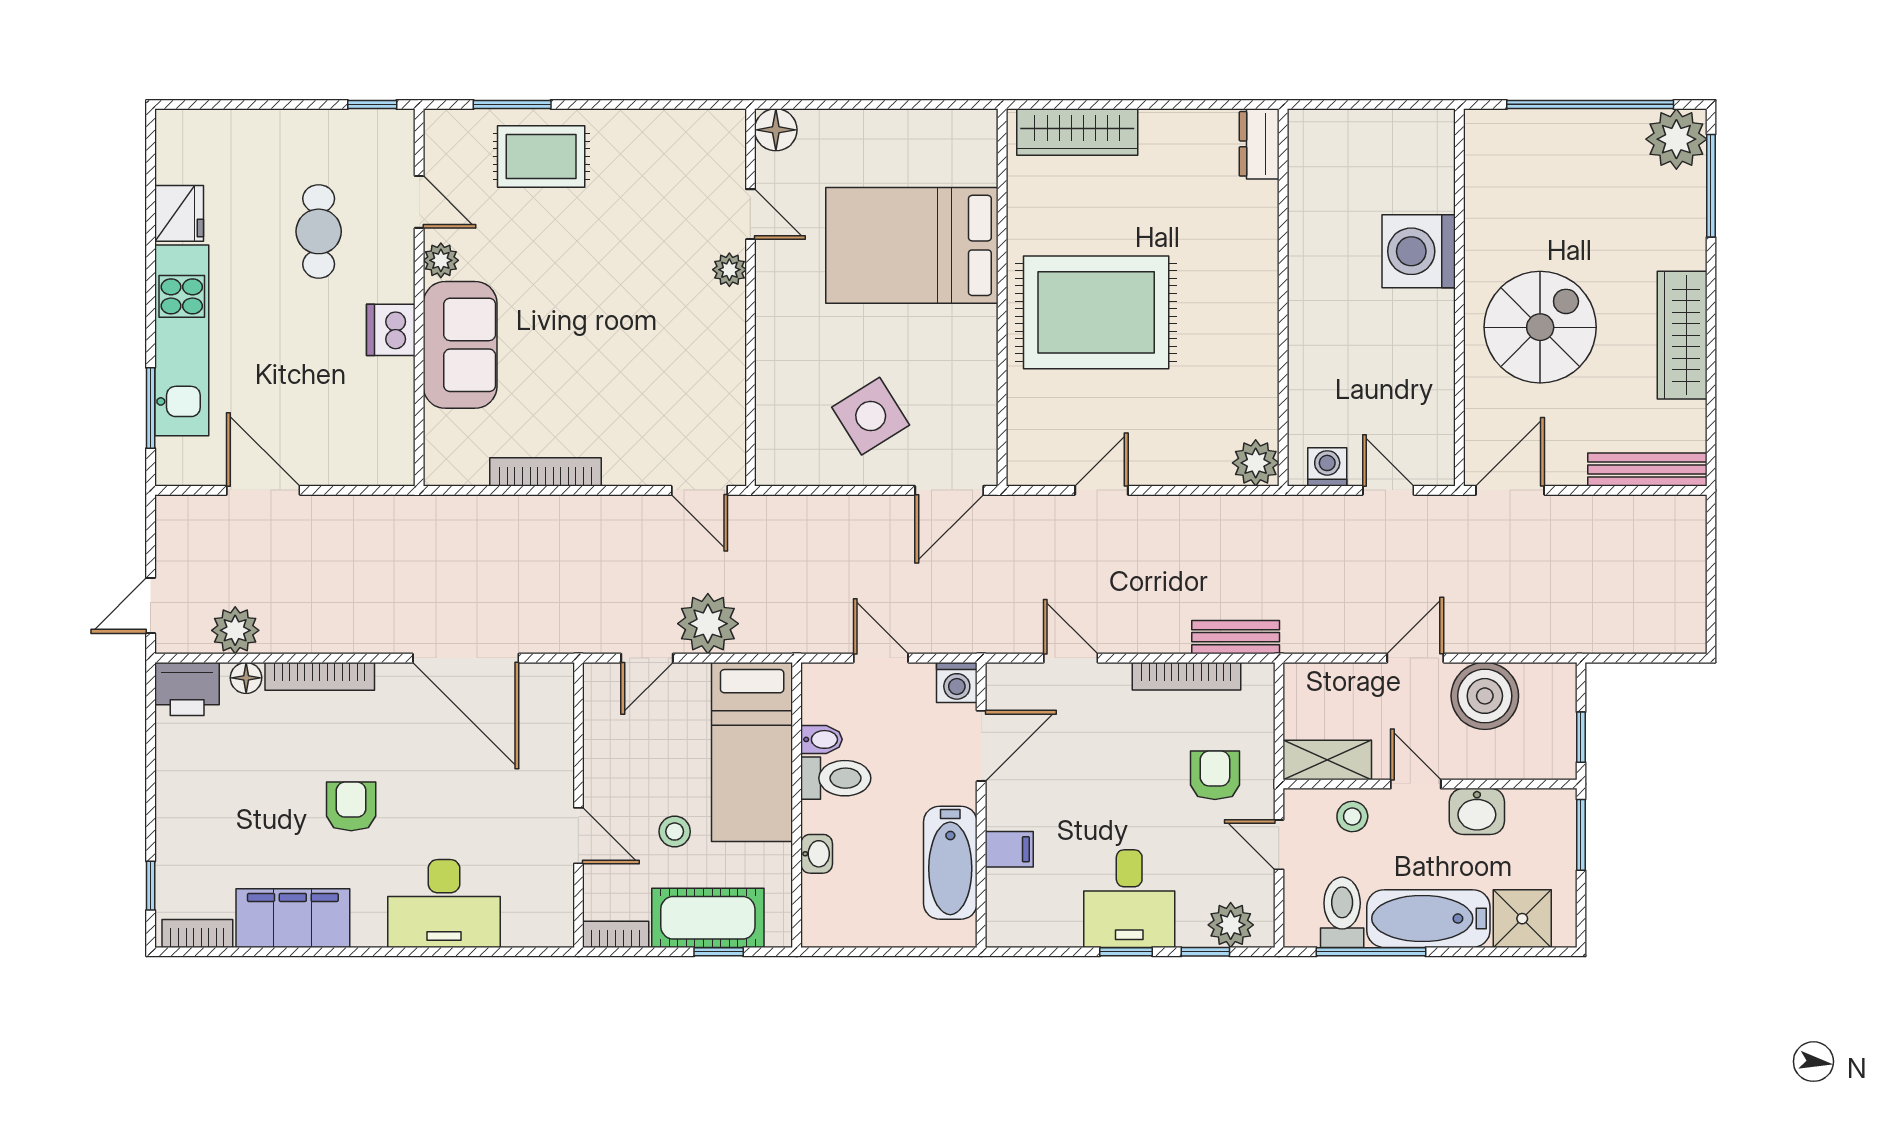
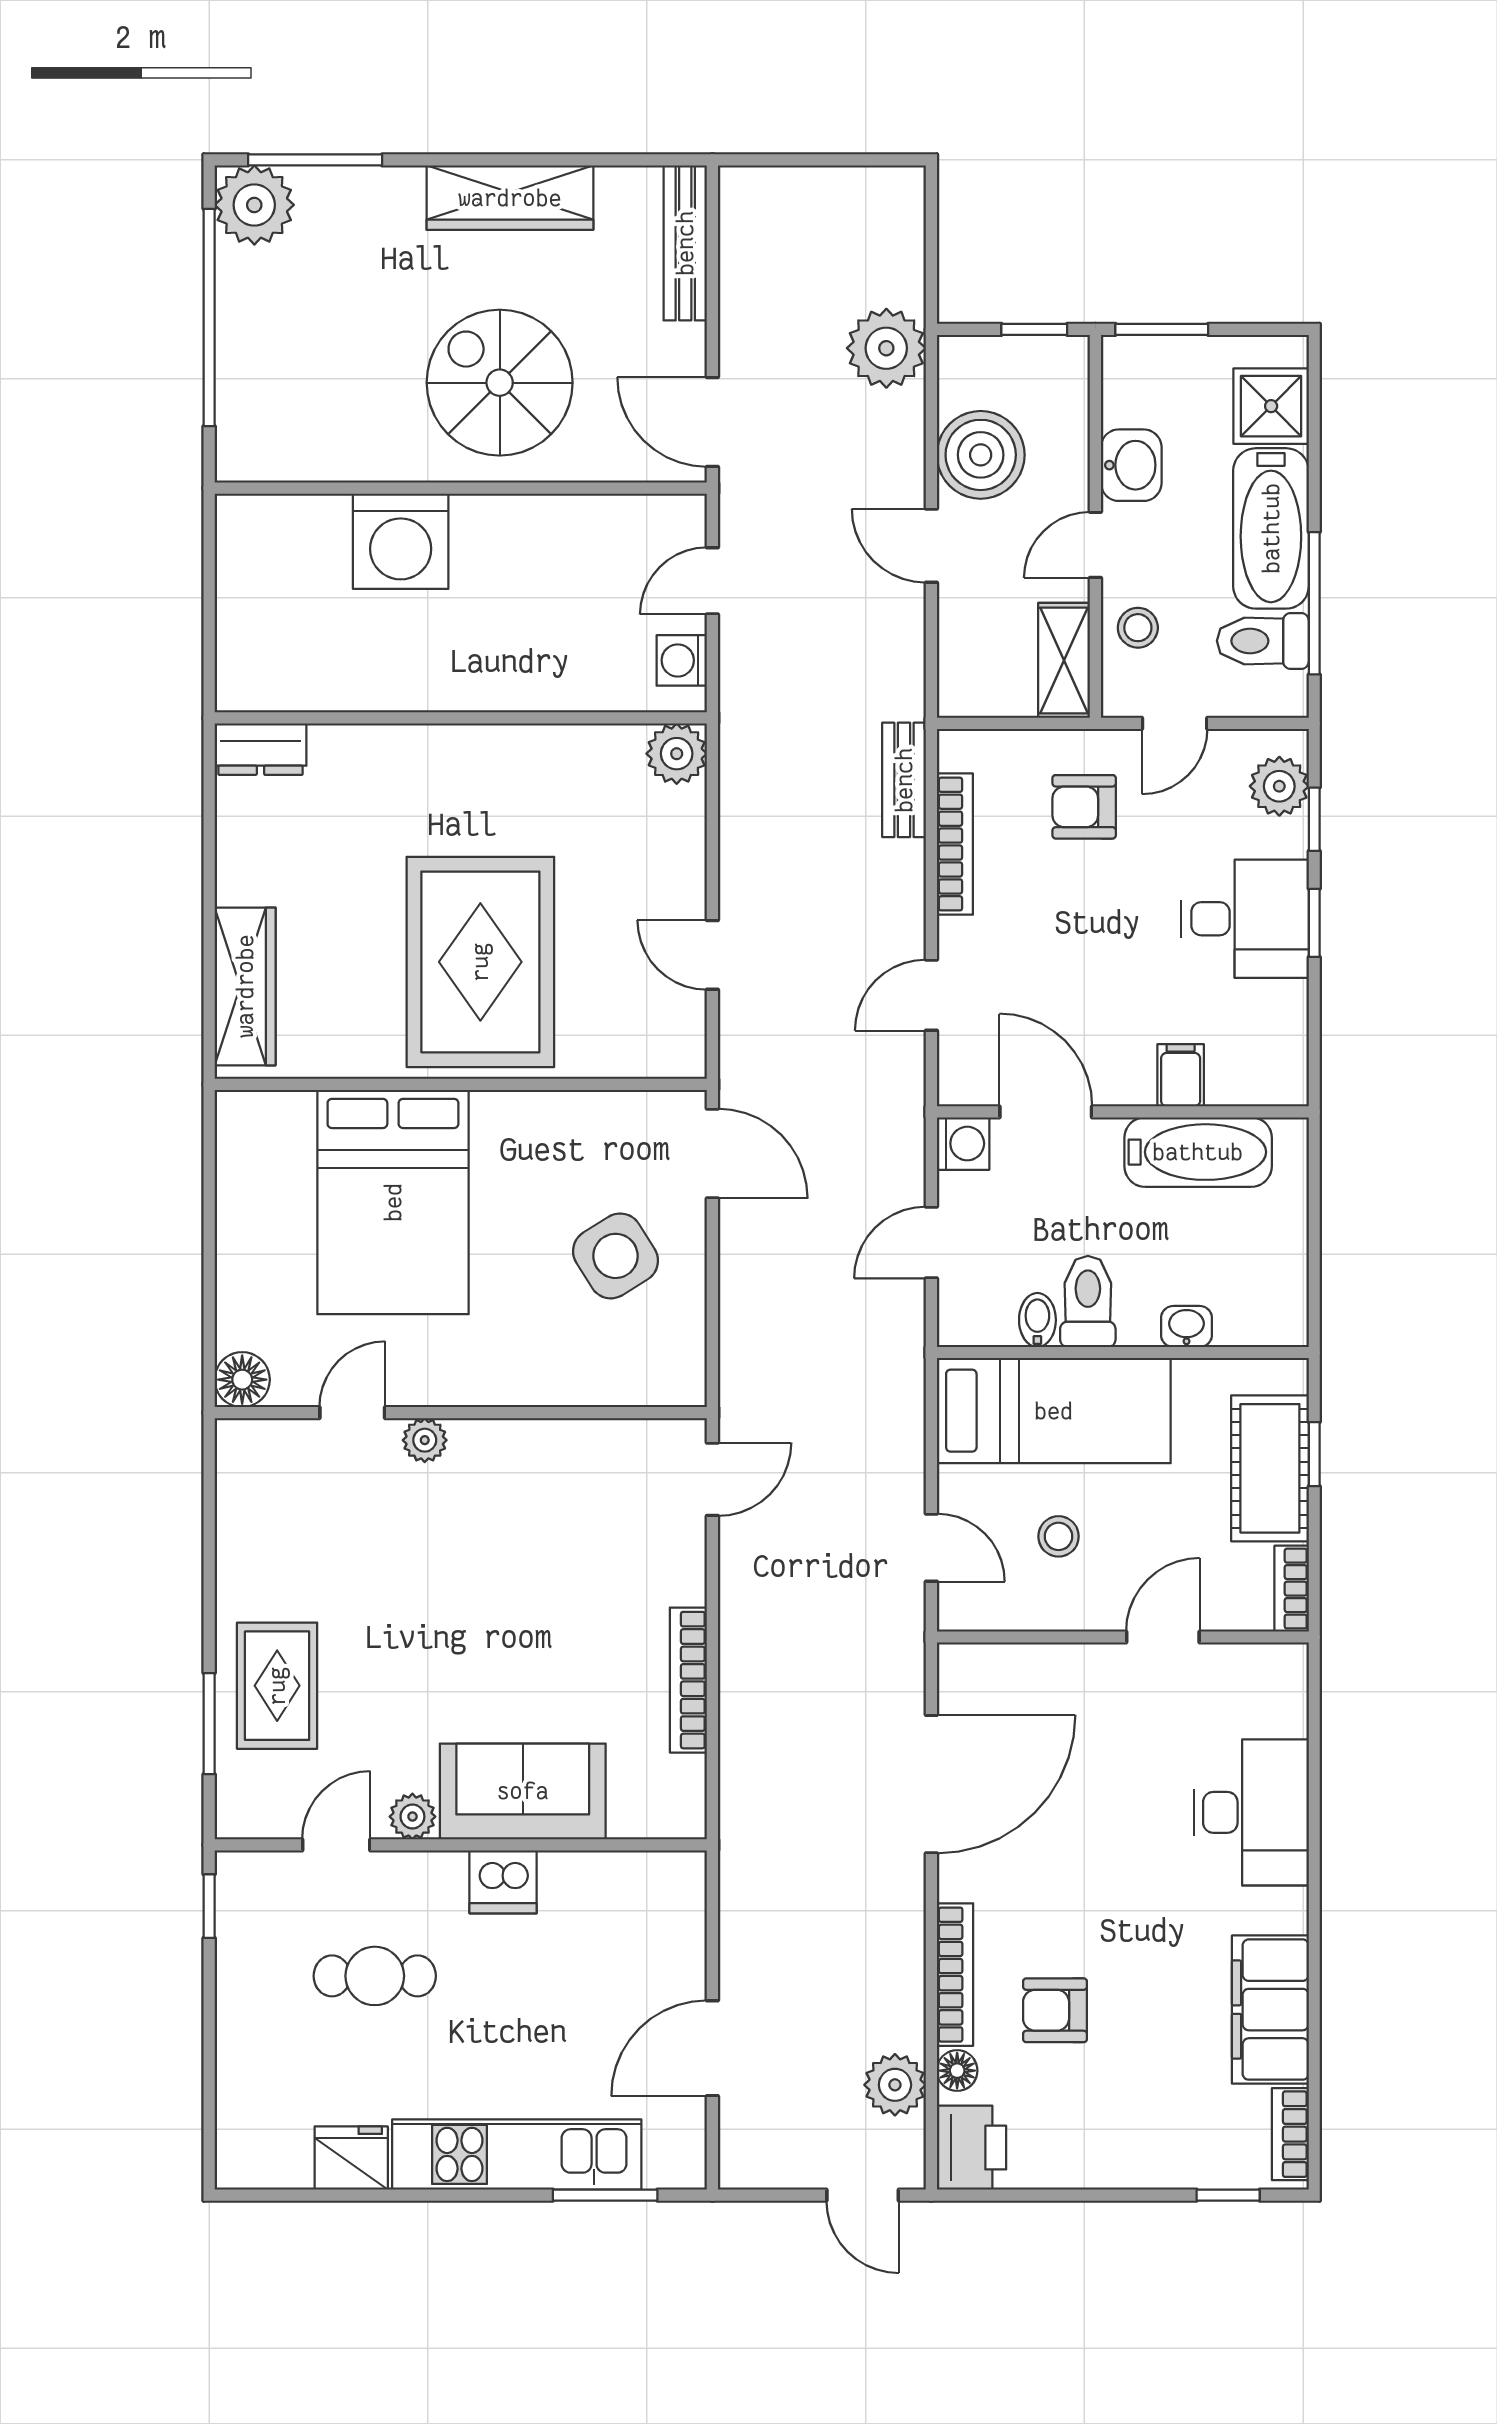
plant: (708, 624) -> (886, 348), moved
armchair: (351, 806) -> (1055, 2010), moved
stool: (675, 832) -> (1059, 1536), moved

